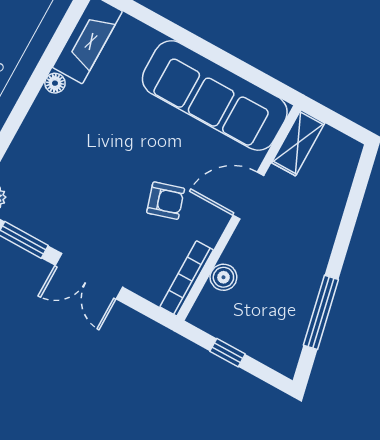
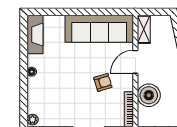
floor lamp: (55, 83) -> (32, 72), moved
boiler: (223, 277) -> (149, 95), width x1.86, depth x1.86

